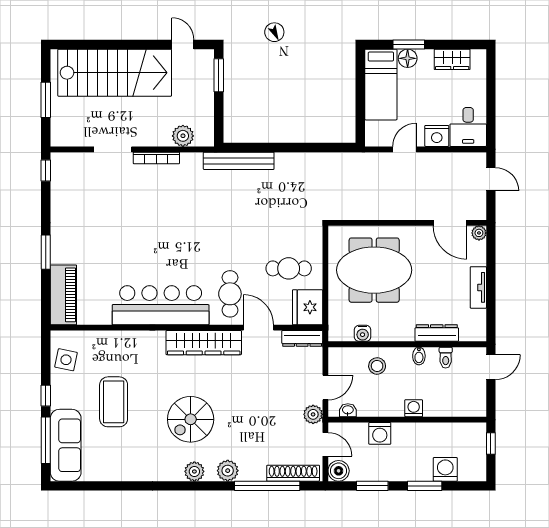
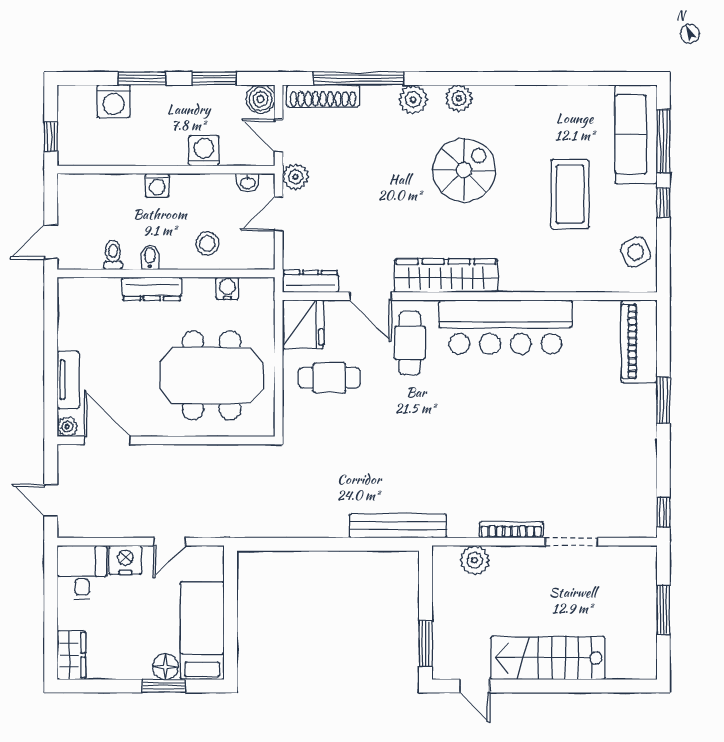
wardrobe: (452, 59) -> (71, 655), moved, turned 90
stairs: (115, 73) -> (548, 658), width x0.73, depth x0.66
tv unit: (478, 287) -> (68, 380), moved
dresser: (437, 333) -> (152, 289), moved
side table: (66, 360) -> (636, 252), turned -38

